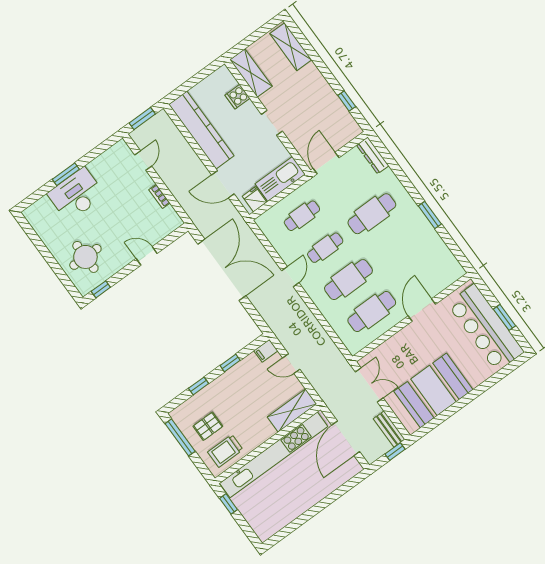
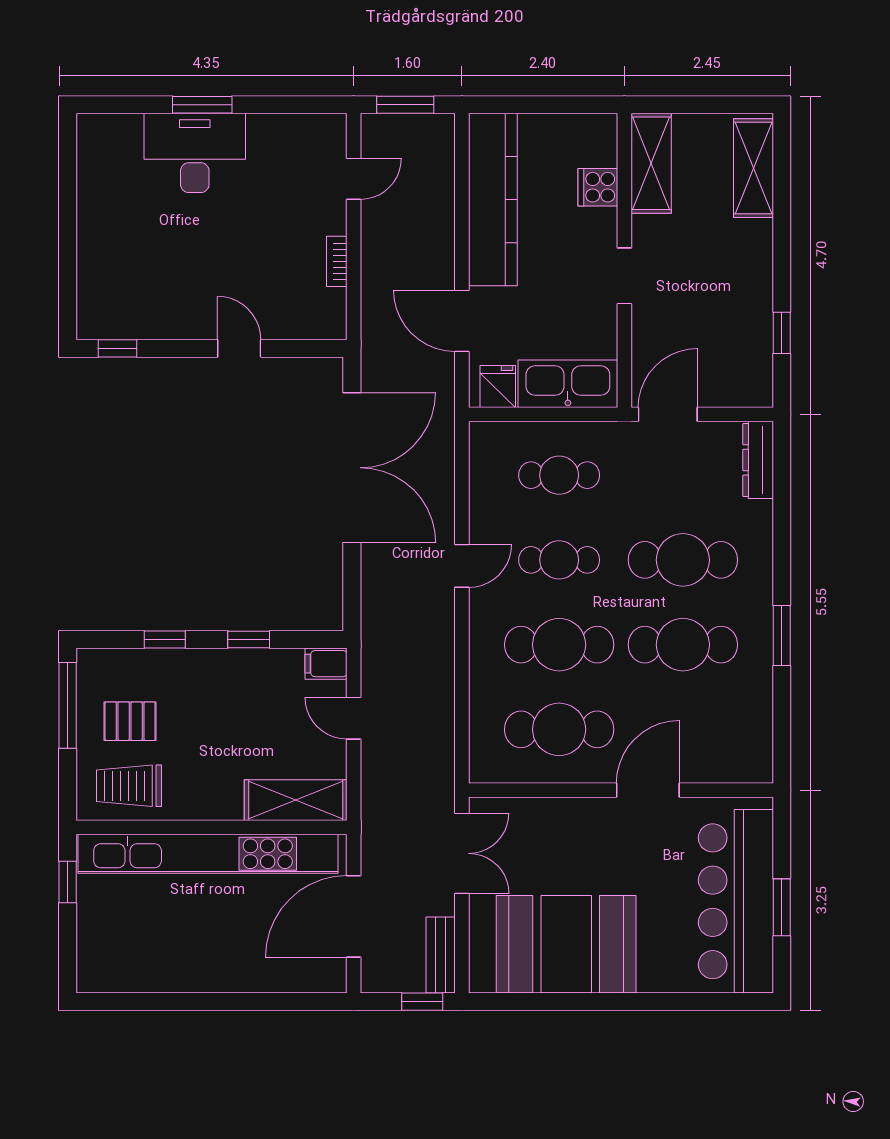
cafe table: (395, 246) -> (683, 645), added
round table: (85, 257) -> (132, 273), removed

